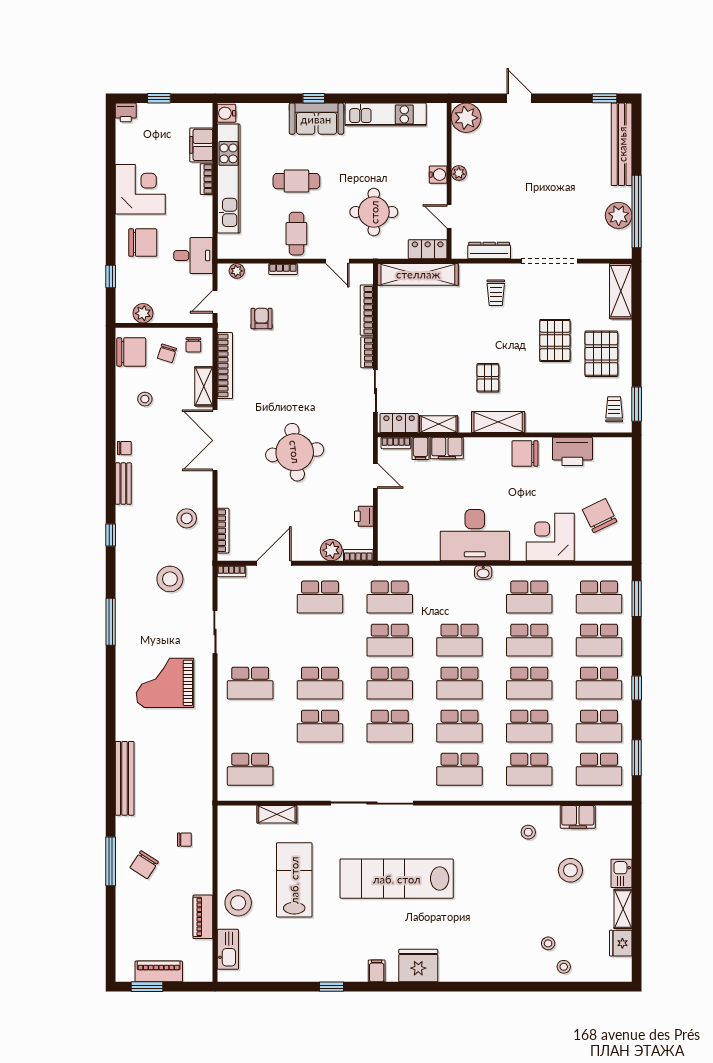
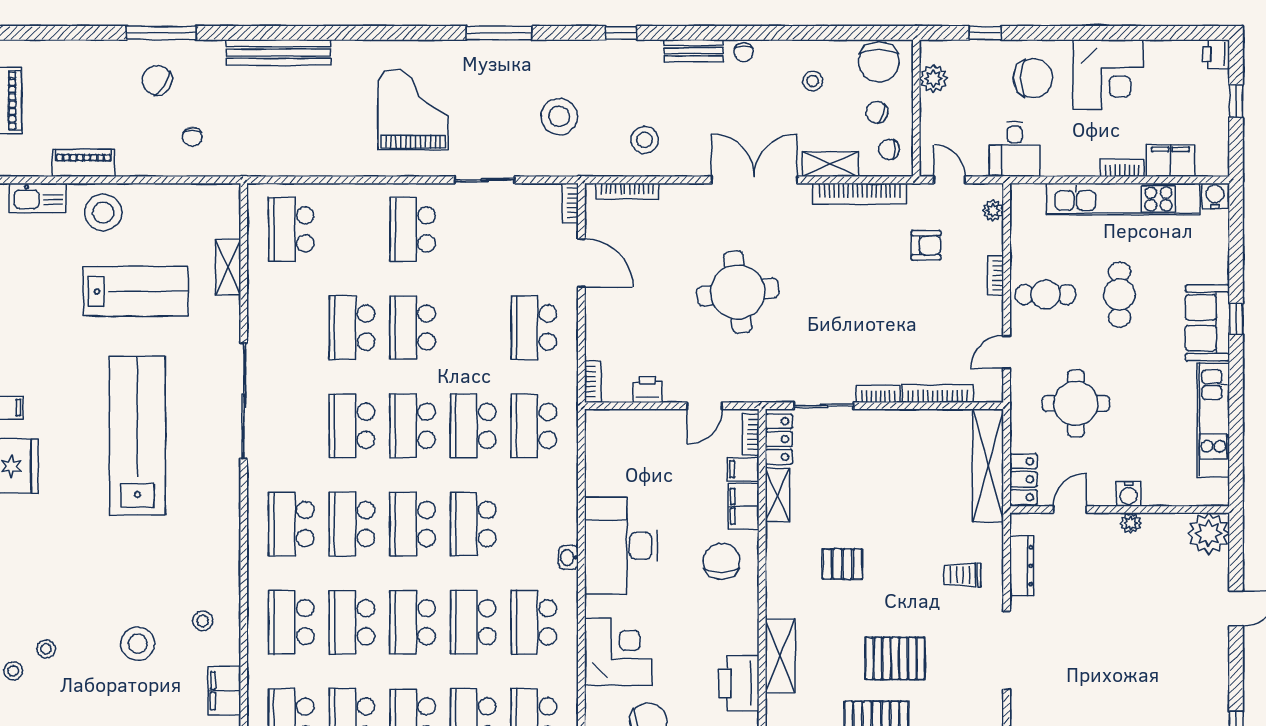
chair: (143, 243) -> (1033, 78), turned -90
shelving: (498, 422) -> (780, 656), moved
chair: (525, 453) -> (721, 561), moved
plant: (331, 550) -> (600, 343), removed
stool: (570, 870) -> (138, 644), moved

